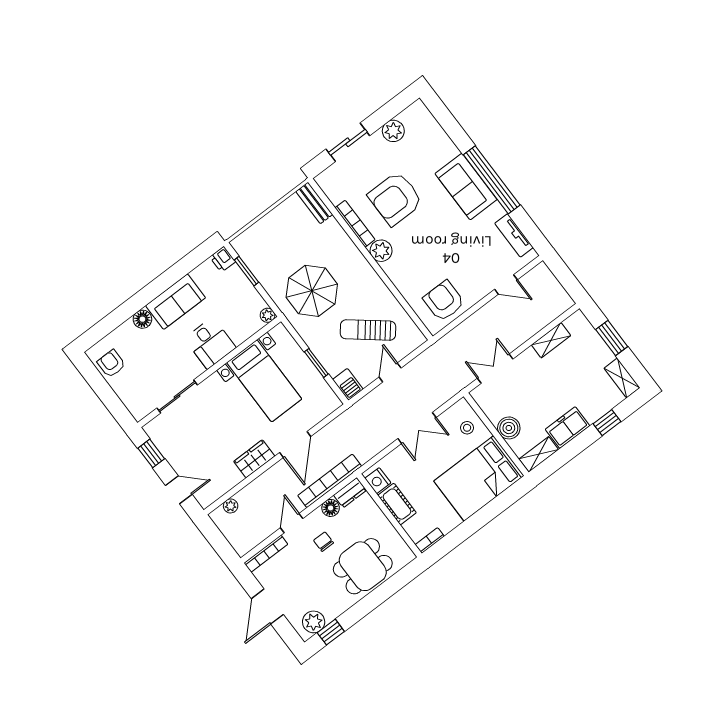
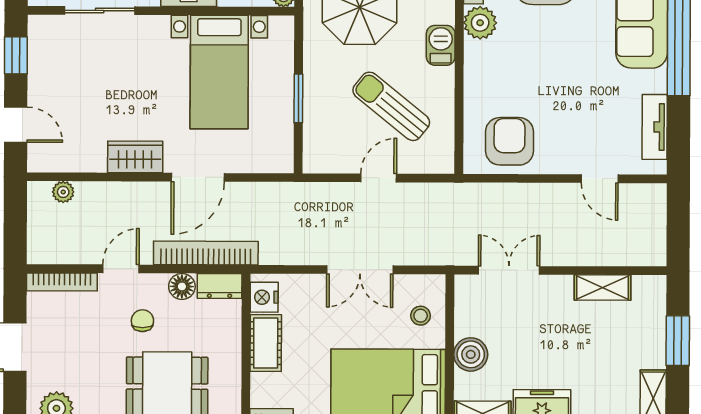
barbecue: (348, 384) -> (441, 45), moved, turned 180

